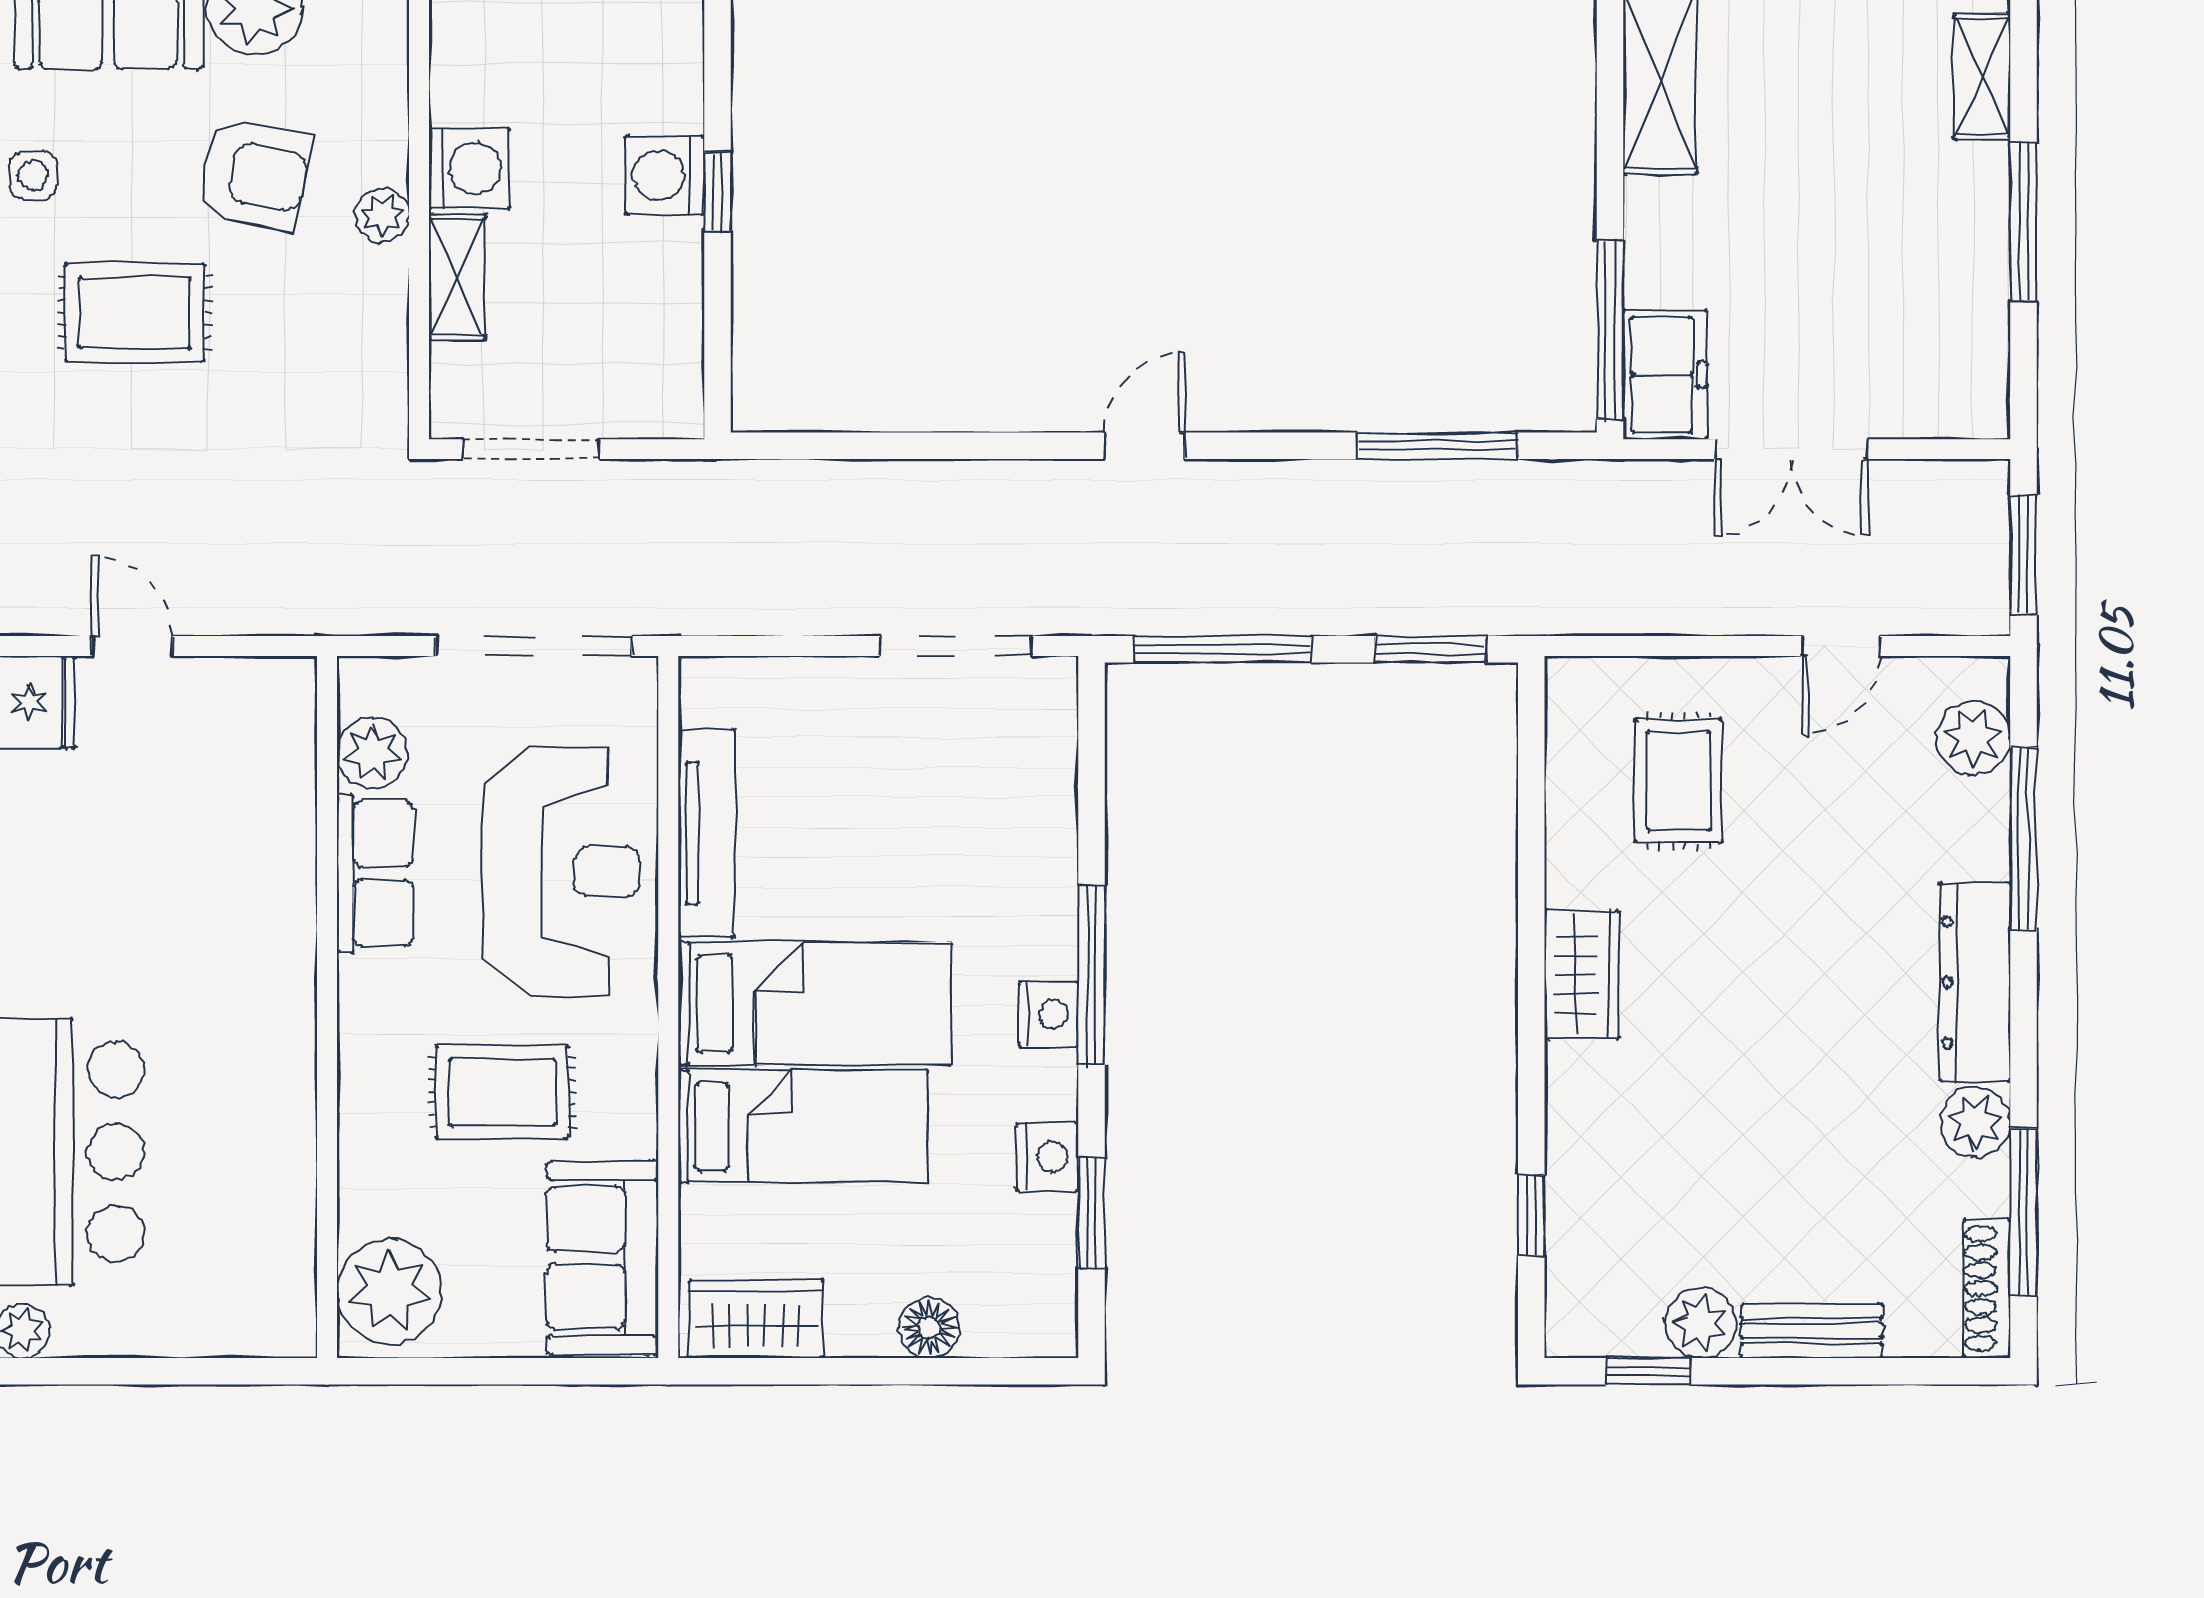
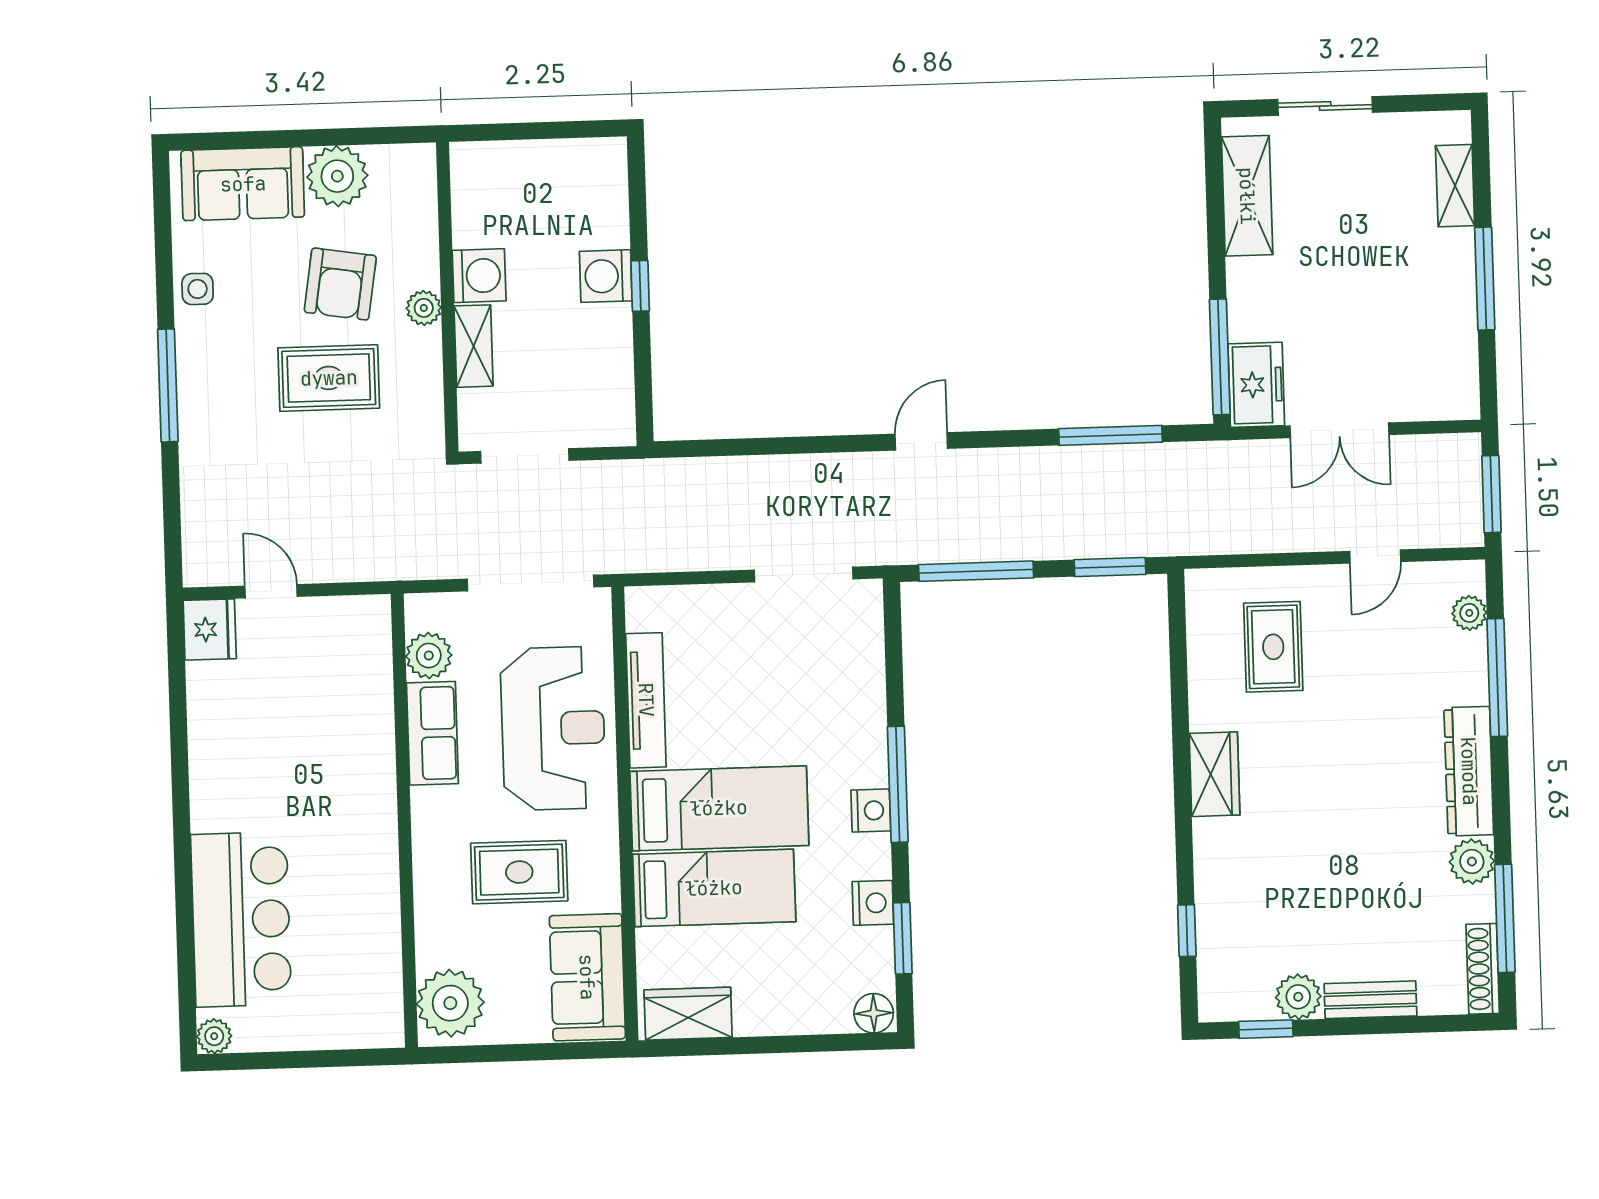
armchair: (254, 174) -> (340, 284), turned 88
rug: (135, 313) -> (329, 378), moved
plant: (1973, 738) -> (1469, 613), width x0.73, depth x0.73
floor lamp: (929, 1328) -> (874, 1013), moved

